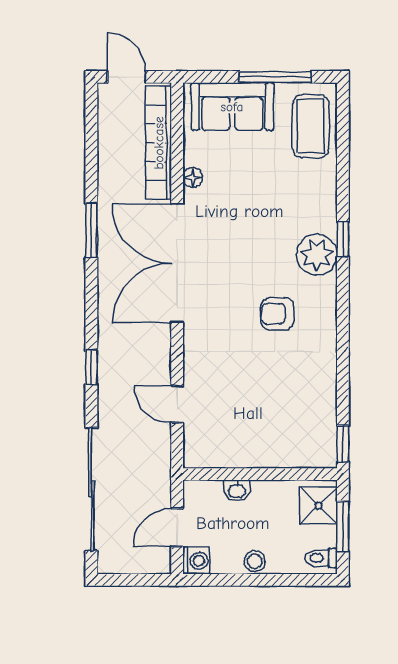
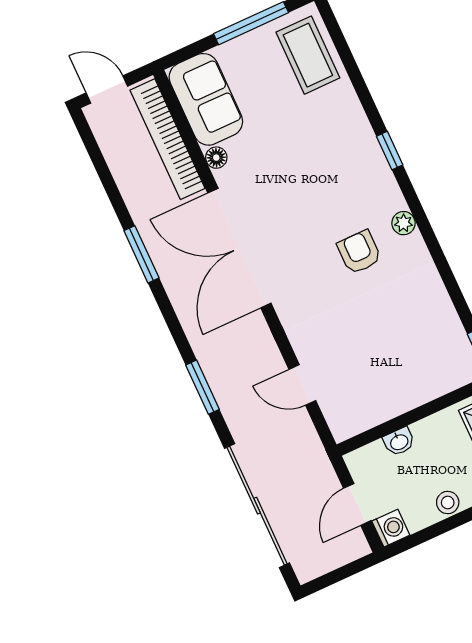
sofa: (232, 107) -> (206, 99), moved, turned -90
plant: (317, 255) -> (403, 223), moved, width x0.53, depth x0.53
armchair: (277, 314) -> (359, 252), turned 90
window: (91, 367) -> (203, 387), width x1.50

